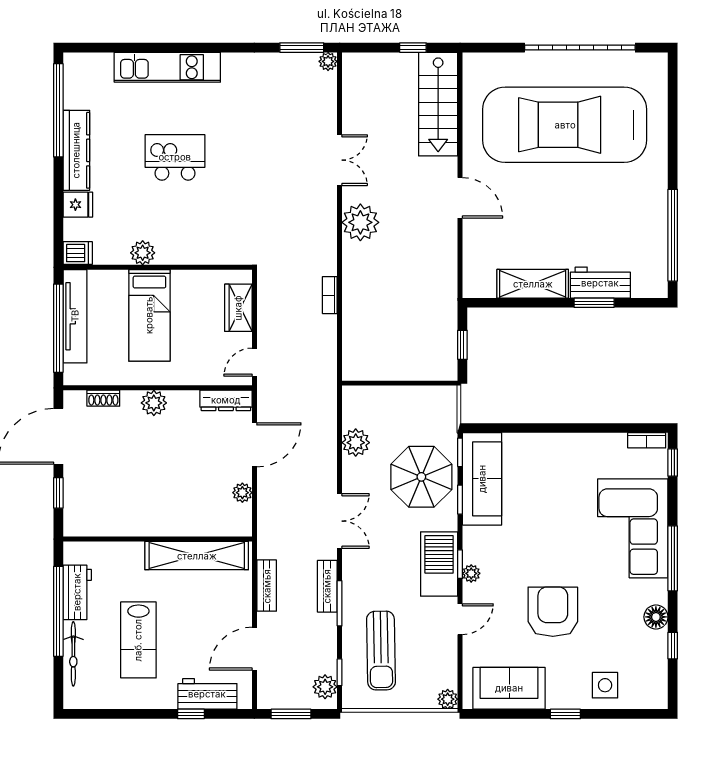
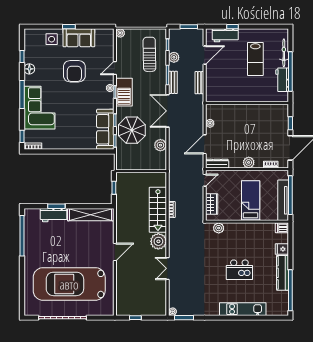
stairs: (438, 104) -> (158, 210), moved, turned 180
car: (565, 125) -> (69, 284), turned 180
door: (460, 198) -> (115, 252), swing flipped
plant: (143, 253) -> (219, 228), moved
shelving: (533, 284) -> (90, 215), width x1.47
double door: (340, 521) -> (168, 111), width x1.37
shelving: (197, 556) -> (230, 96), removed
lab bench: (138, 640) -> (255, 59), turned 180
plant: (325, 687) -> (174, 57), moved
sofa: (509, 688) -> (79, 38), moved

